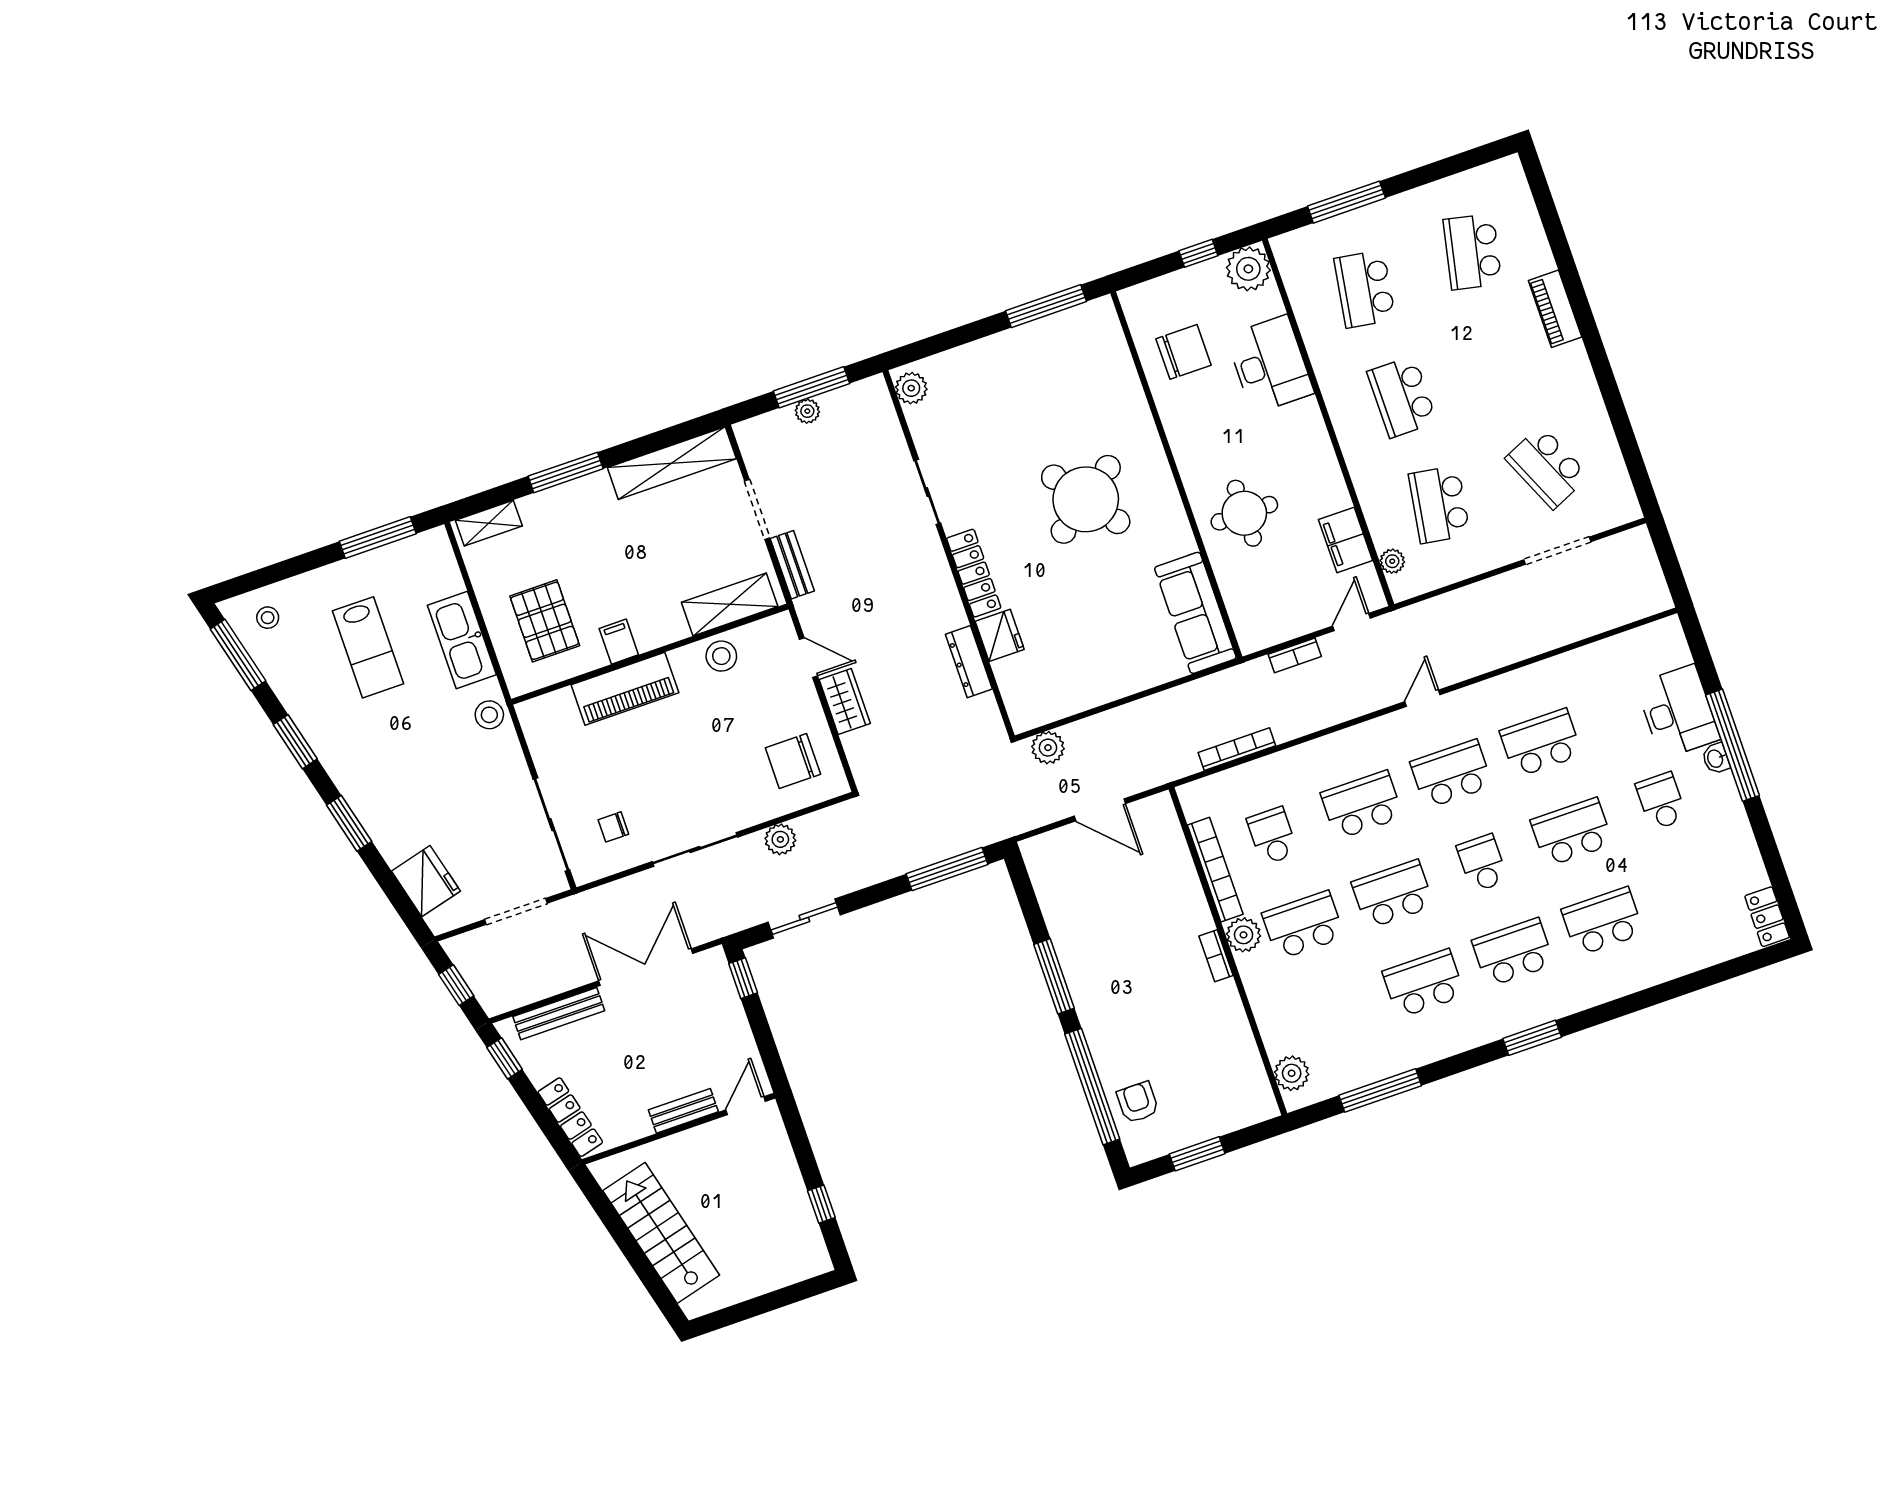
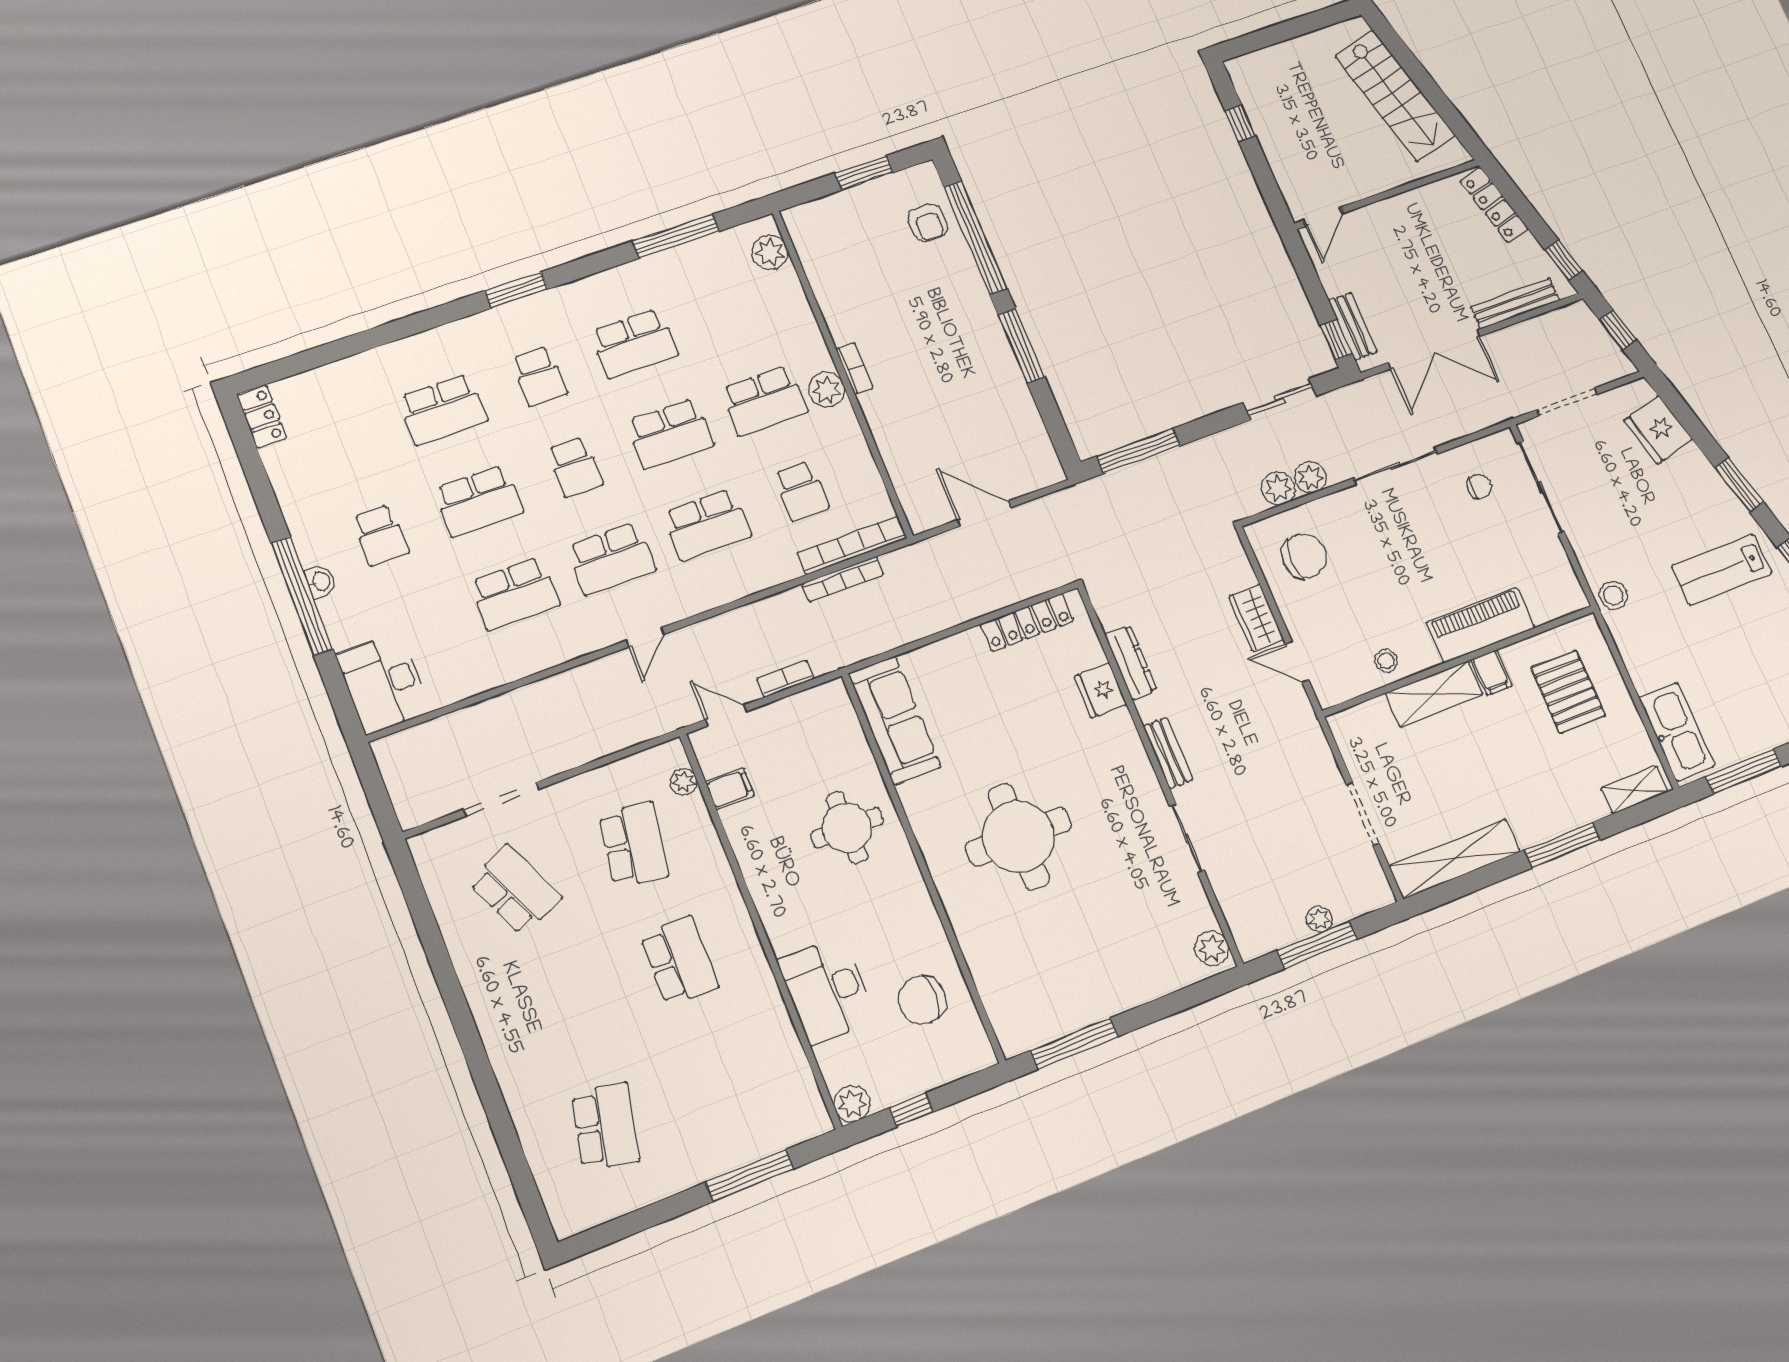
plant: (1248, 269) -> (852, 1104), width x0.73, depth x0.73
school desk: (1365, 289) -> (725, 1079), removed
piano: (1555, 309) -> (510, 1066), removed
round table: (1086, 499) -> (1019, 837), turned 36
filing cabinet: (1346, 540) -> (730, 789), width x0.50
bench: (792, 565) -> (1168, 753), moved
locker: (974, 573) -> (1027, 622), moved, turned -90
shelving: (730, 604) -> (1434, 694), moved
door: (1351, 622) -> (726, 715), swing flipped
kitchen sink: (462, 640) -> (1677, 732), moved
lab bench: (368, 647) -> (1722, 570), moved, turned -90
stool: (721, 656) -> (1386, 661), width x0.73, depth x0.73
desk: (1678, 712) -> (384, 683), moved
plant: (1048, 748) -> (1278, 488), moved
bookcase: (1215, 870) -> (852, 545), moved, turned 90
school desk: (1513, 952) -> (539, 376), width x0.54
bench: (683, 1111) -> (1353, 326), moved, turned 90

